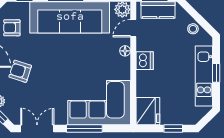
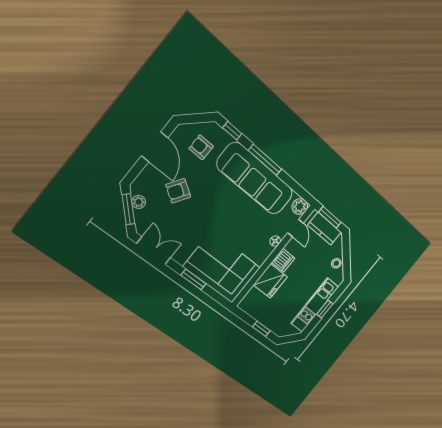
door: (133, 28) -> (296, 228), swing flipped
armchair: (20, 71) -> (178, 191), turned -75
fridge: (148, 111) -> (270, 281), moved
window: (84, 129) -> (193, 280), width x0.69

